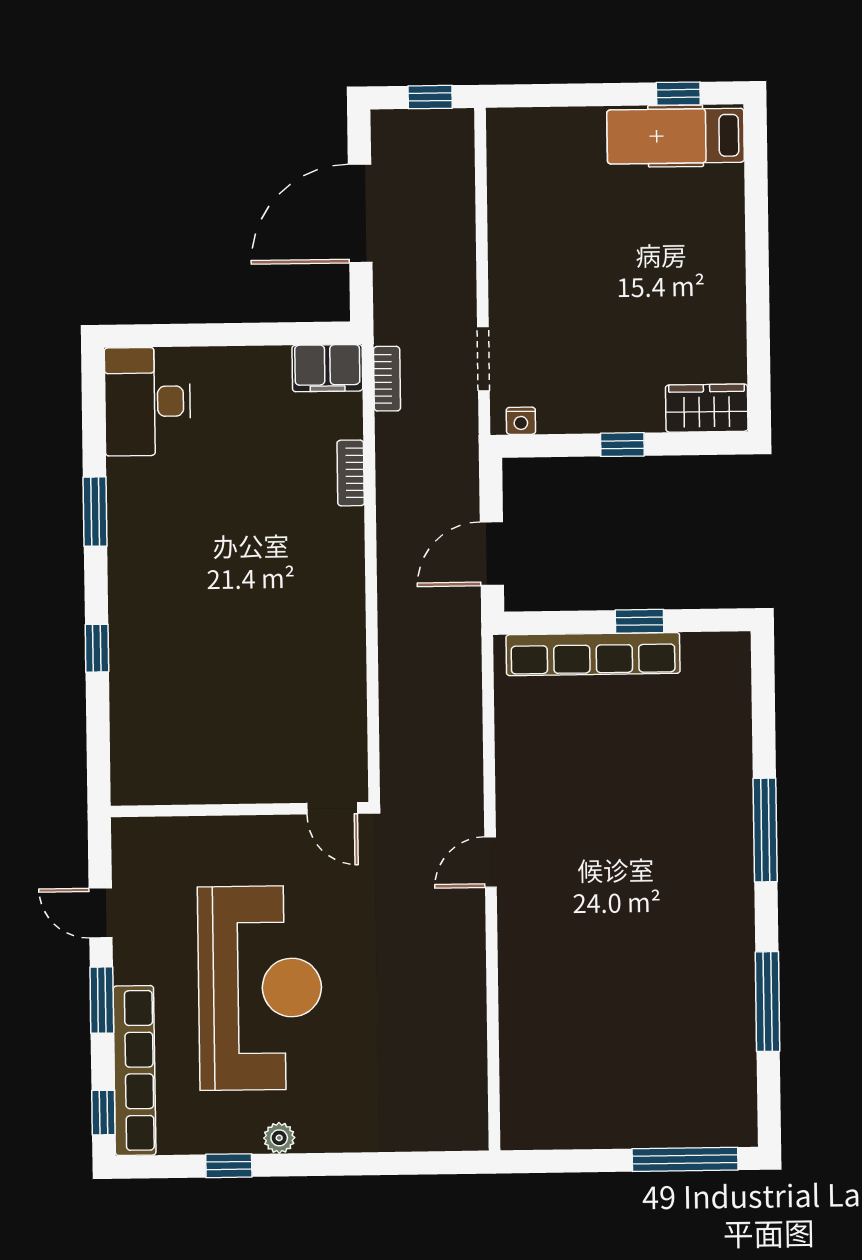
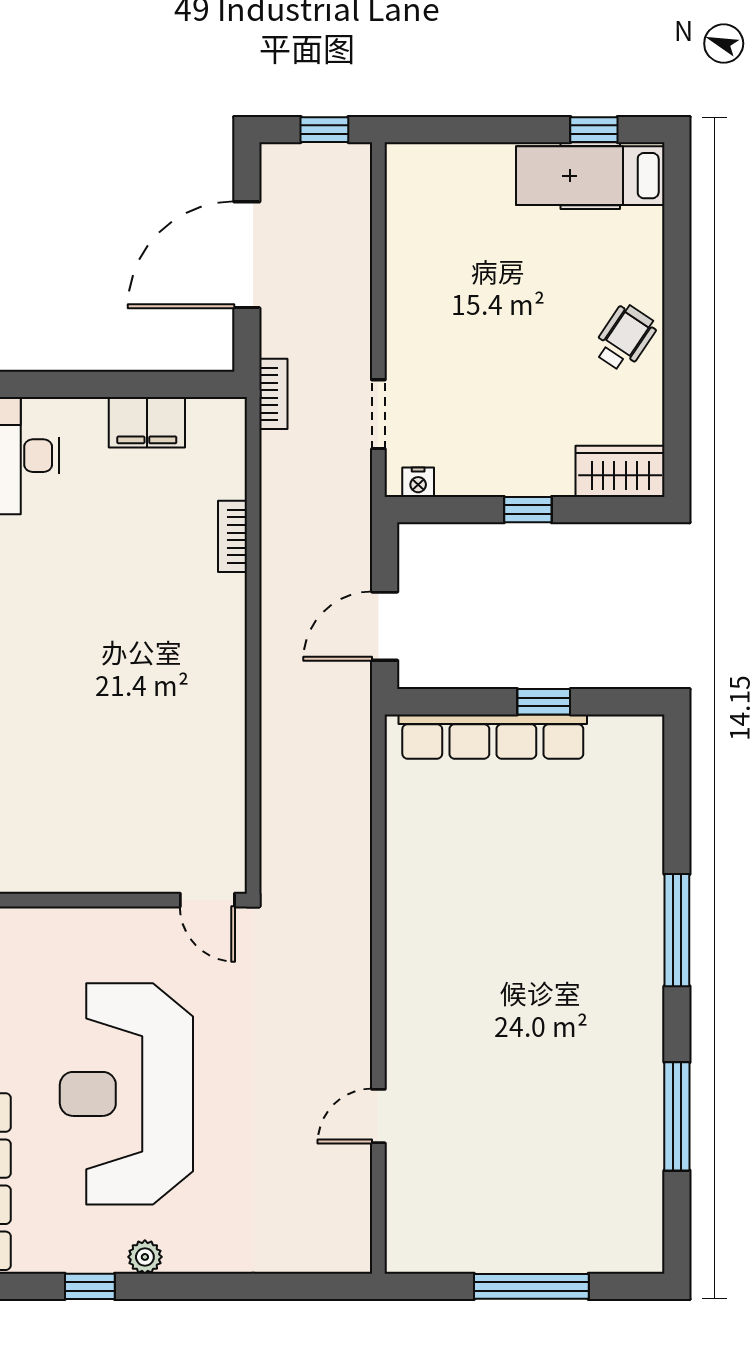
wheelchair: (709, 285) -> (625, 338), added
filing cabinet: (327, 368) -> (147, 422), moved
bookcase: (387, 379) -> (273, 394), moved
door: (490, 862) -> (378, 1116), moved
reception desk: (260, 988) -> (126, 1094), turned 180
window: (685, 1159) -> (531, 1286), moved

